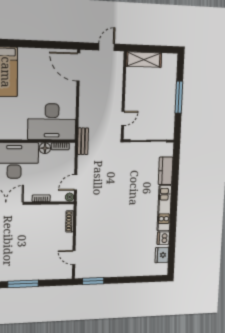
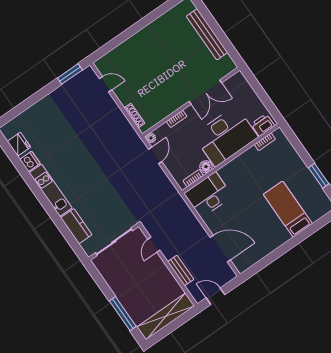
door: (107, 47) -> (216, 296), swing flipped
shelving: (144, 60) -> (166, 316), width x1.47
door: (78, 67) -> (220, 249), moved
window: (179, 97) -> (123, 314), moved
desk: (52, 122) -> (208, 195), width x0.73, depth x0.77
bench: (83, 141) -> (181, 270), moved
window: (23, 284) -> (136, 28), removed

